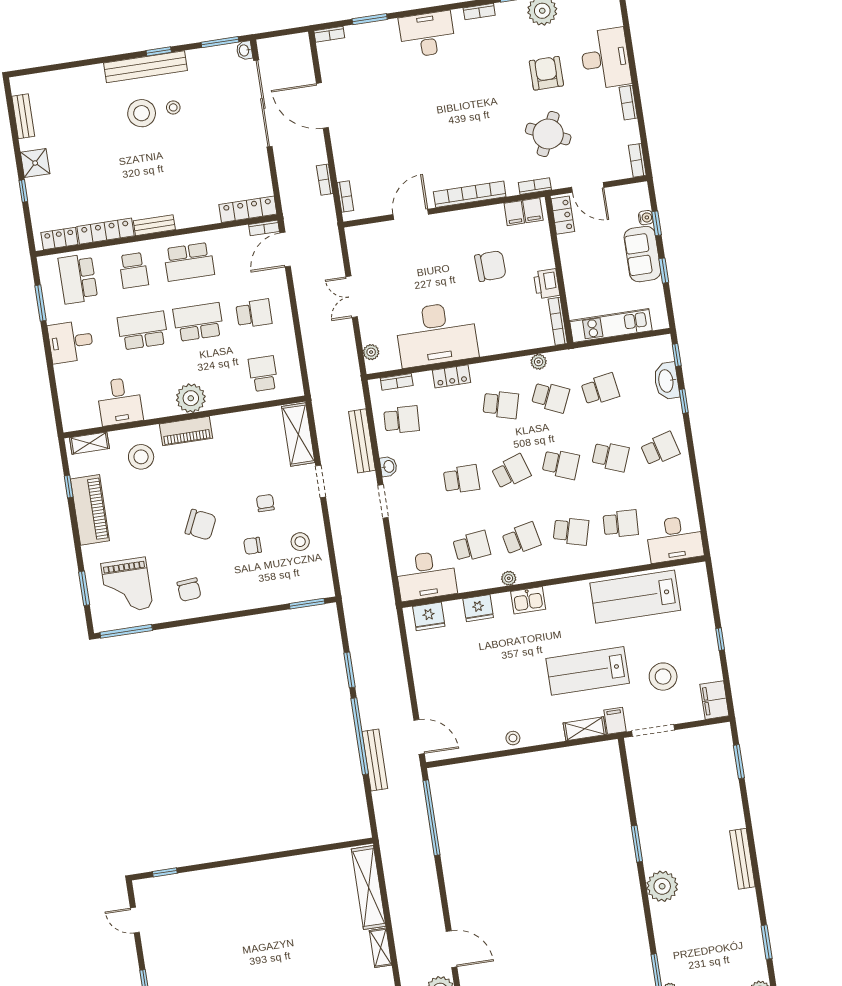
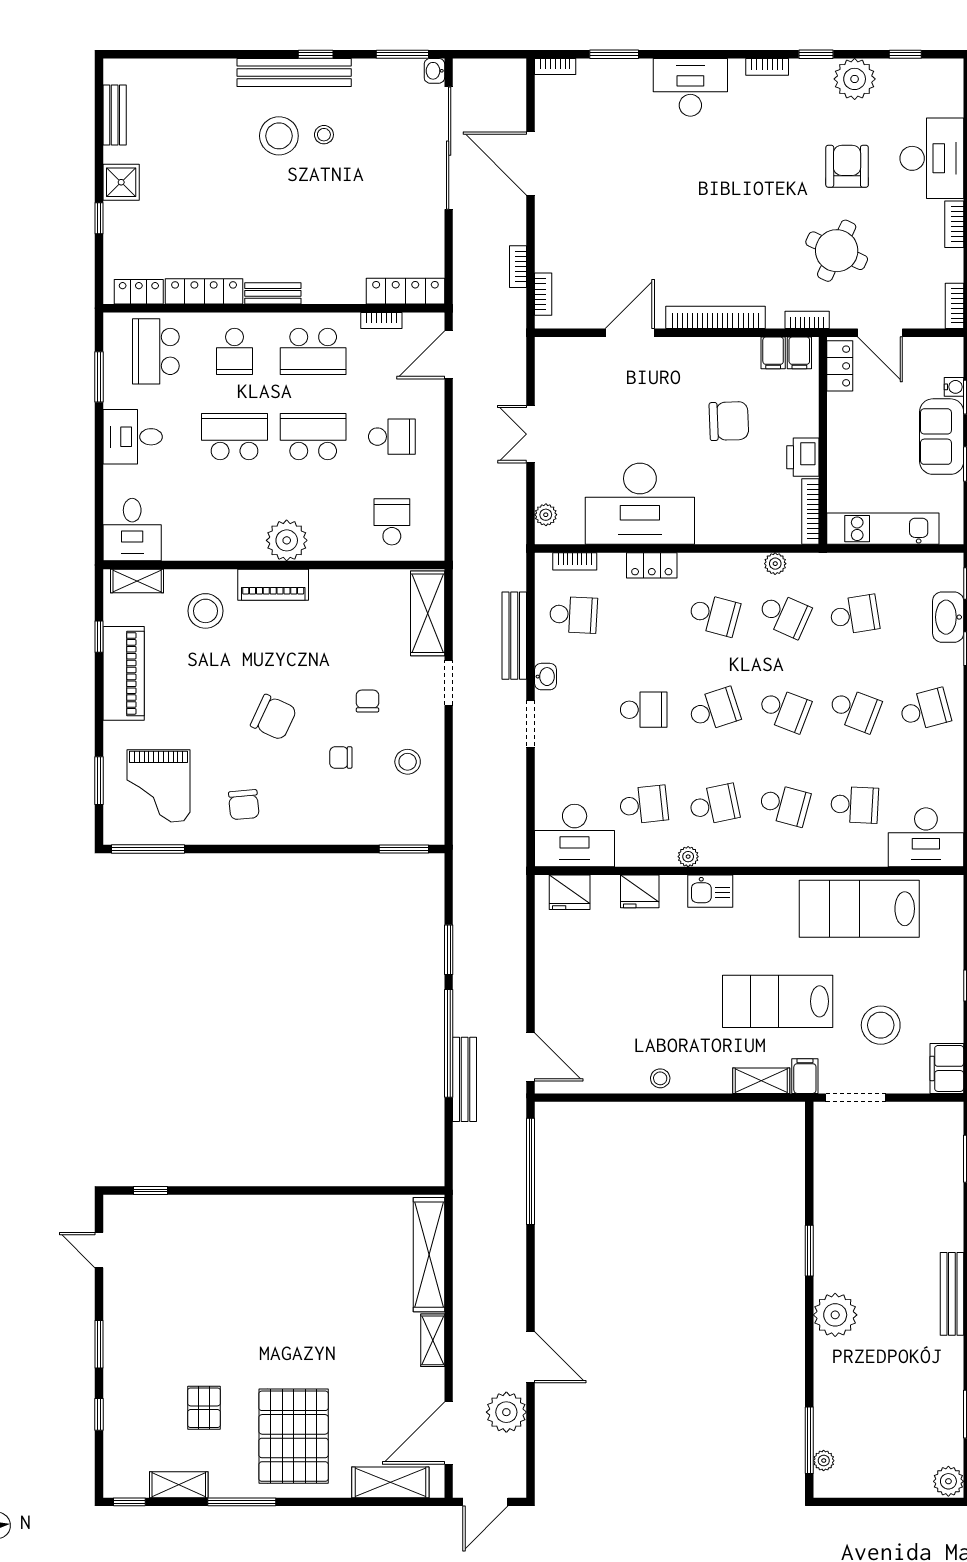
bookcase: (264, 228) -> (381, 321), moved
desk: (120, 401) -> (132, 530), moved

